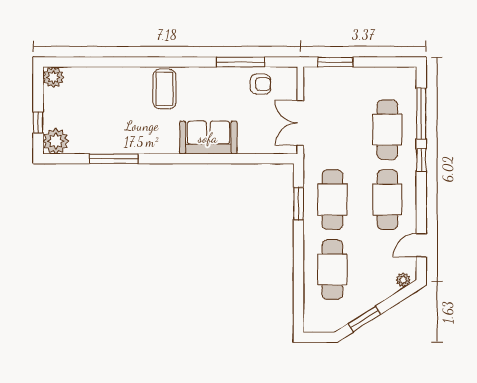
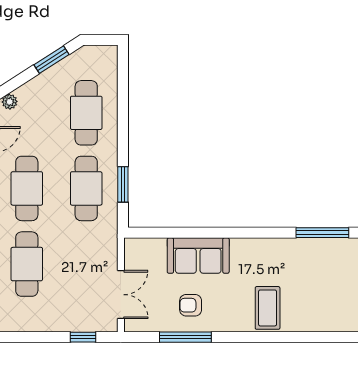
window: (335, 62) -> (83, 337), width x0.67
armchair: (261, 84) -> (191, 305), moved
double door: (300, 123) -> (121, 295), moved
sofa: (208, 138) -> (198, 256), moved

